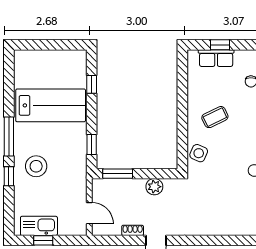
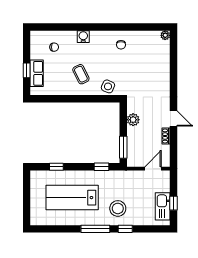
lab bench: (51, 105) -> (72, 198), turned -90

